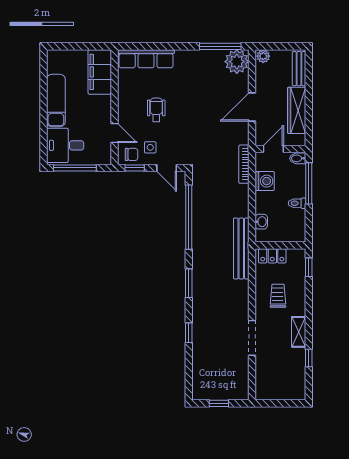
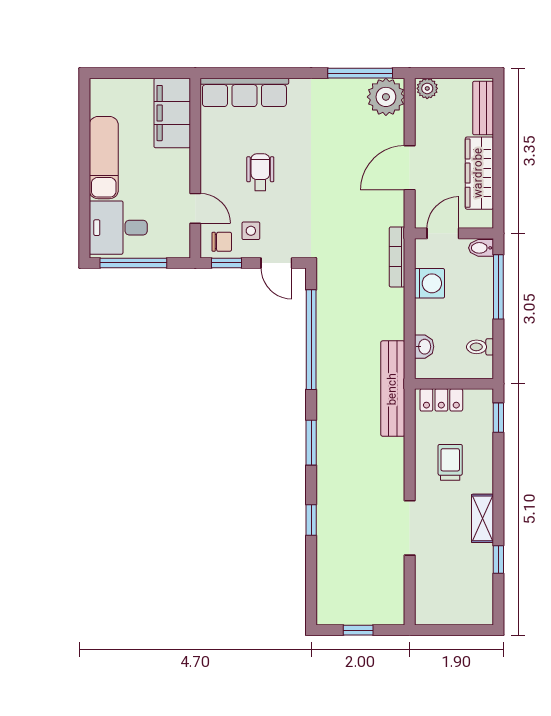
toilet: (297, 203) -> (480, 347), moved

